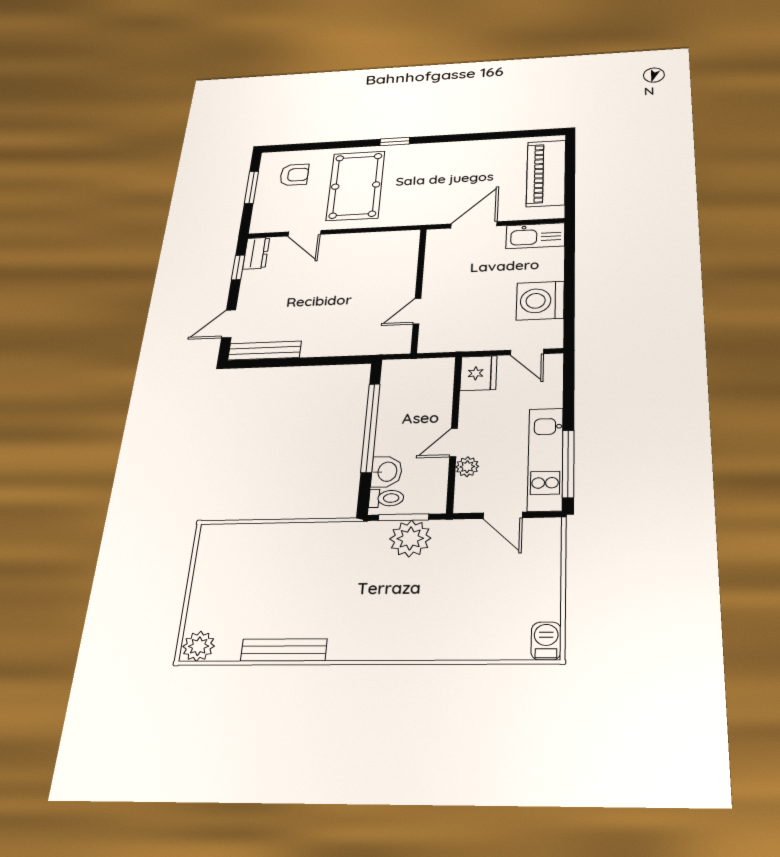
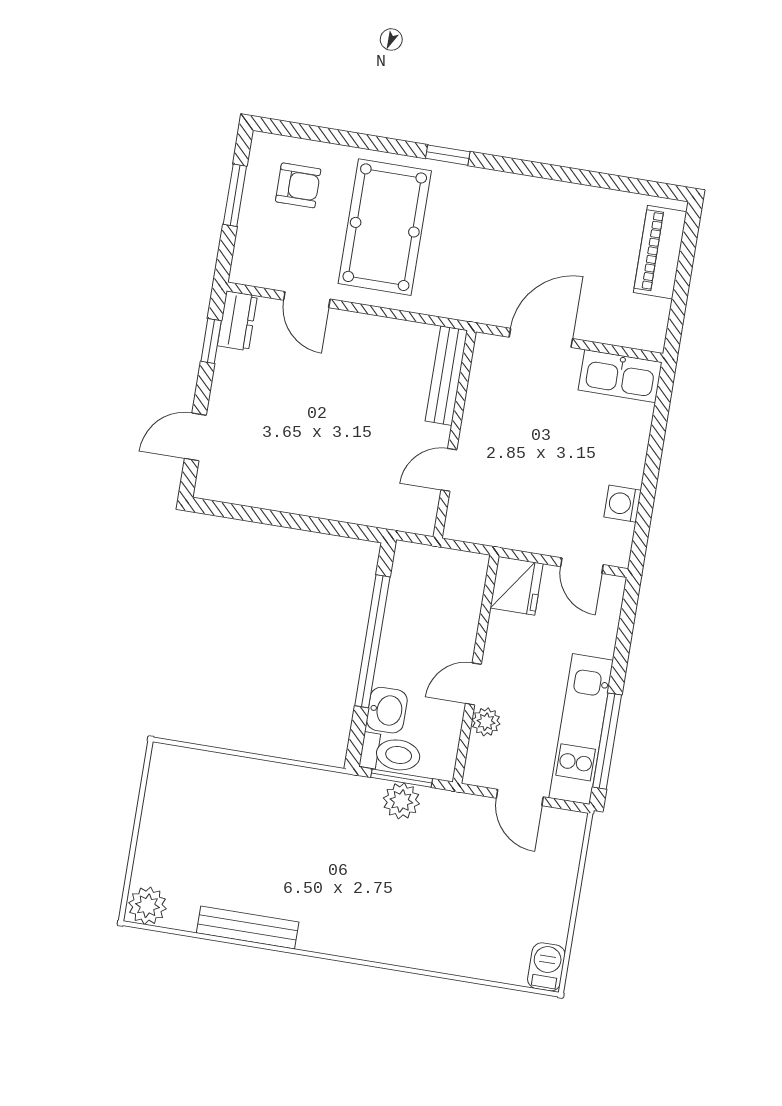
piano: (546, 173) -> (660, 252), width x0.73, depth x0.75
washing machine: (540, 301) -> (622, 504), width x0.53, depth x0.53
bench: (265, 351) -> (446, 376), moved, turned 90
toilet: (386, 498) -> (391, 754), width x1.37, depth x1.39
plant: (410, 539) -> (401, 801), width x0.73, depth x0.73

